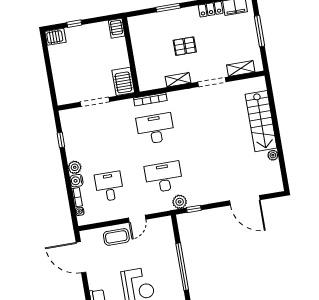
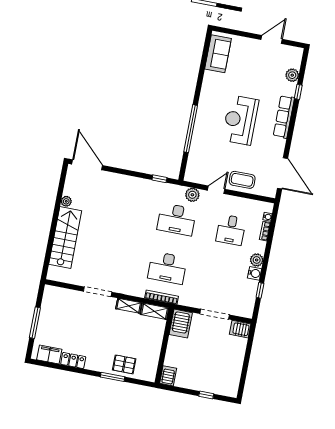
server rack: (56, 37) -> (240, 329), moved
pallet: (185, 46) -> (124, 364), moved
shelving: (241, 68) -> (155, 311), moved
water cooler: (77, 181) -> (255, 273), moved
door: (245, 200) -> (87, 165), moved
plant: (180, 202) -> (192, 195), moved

